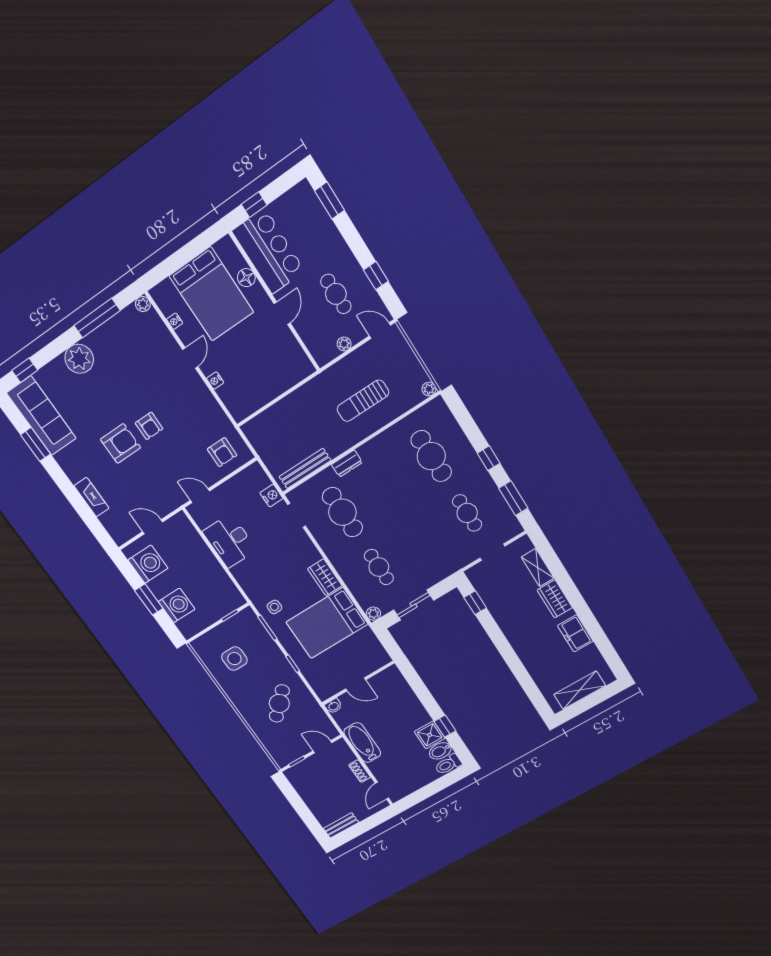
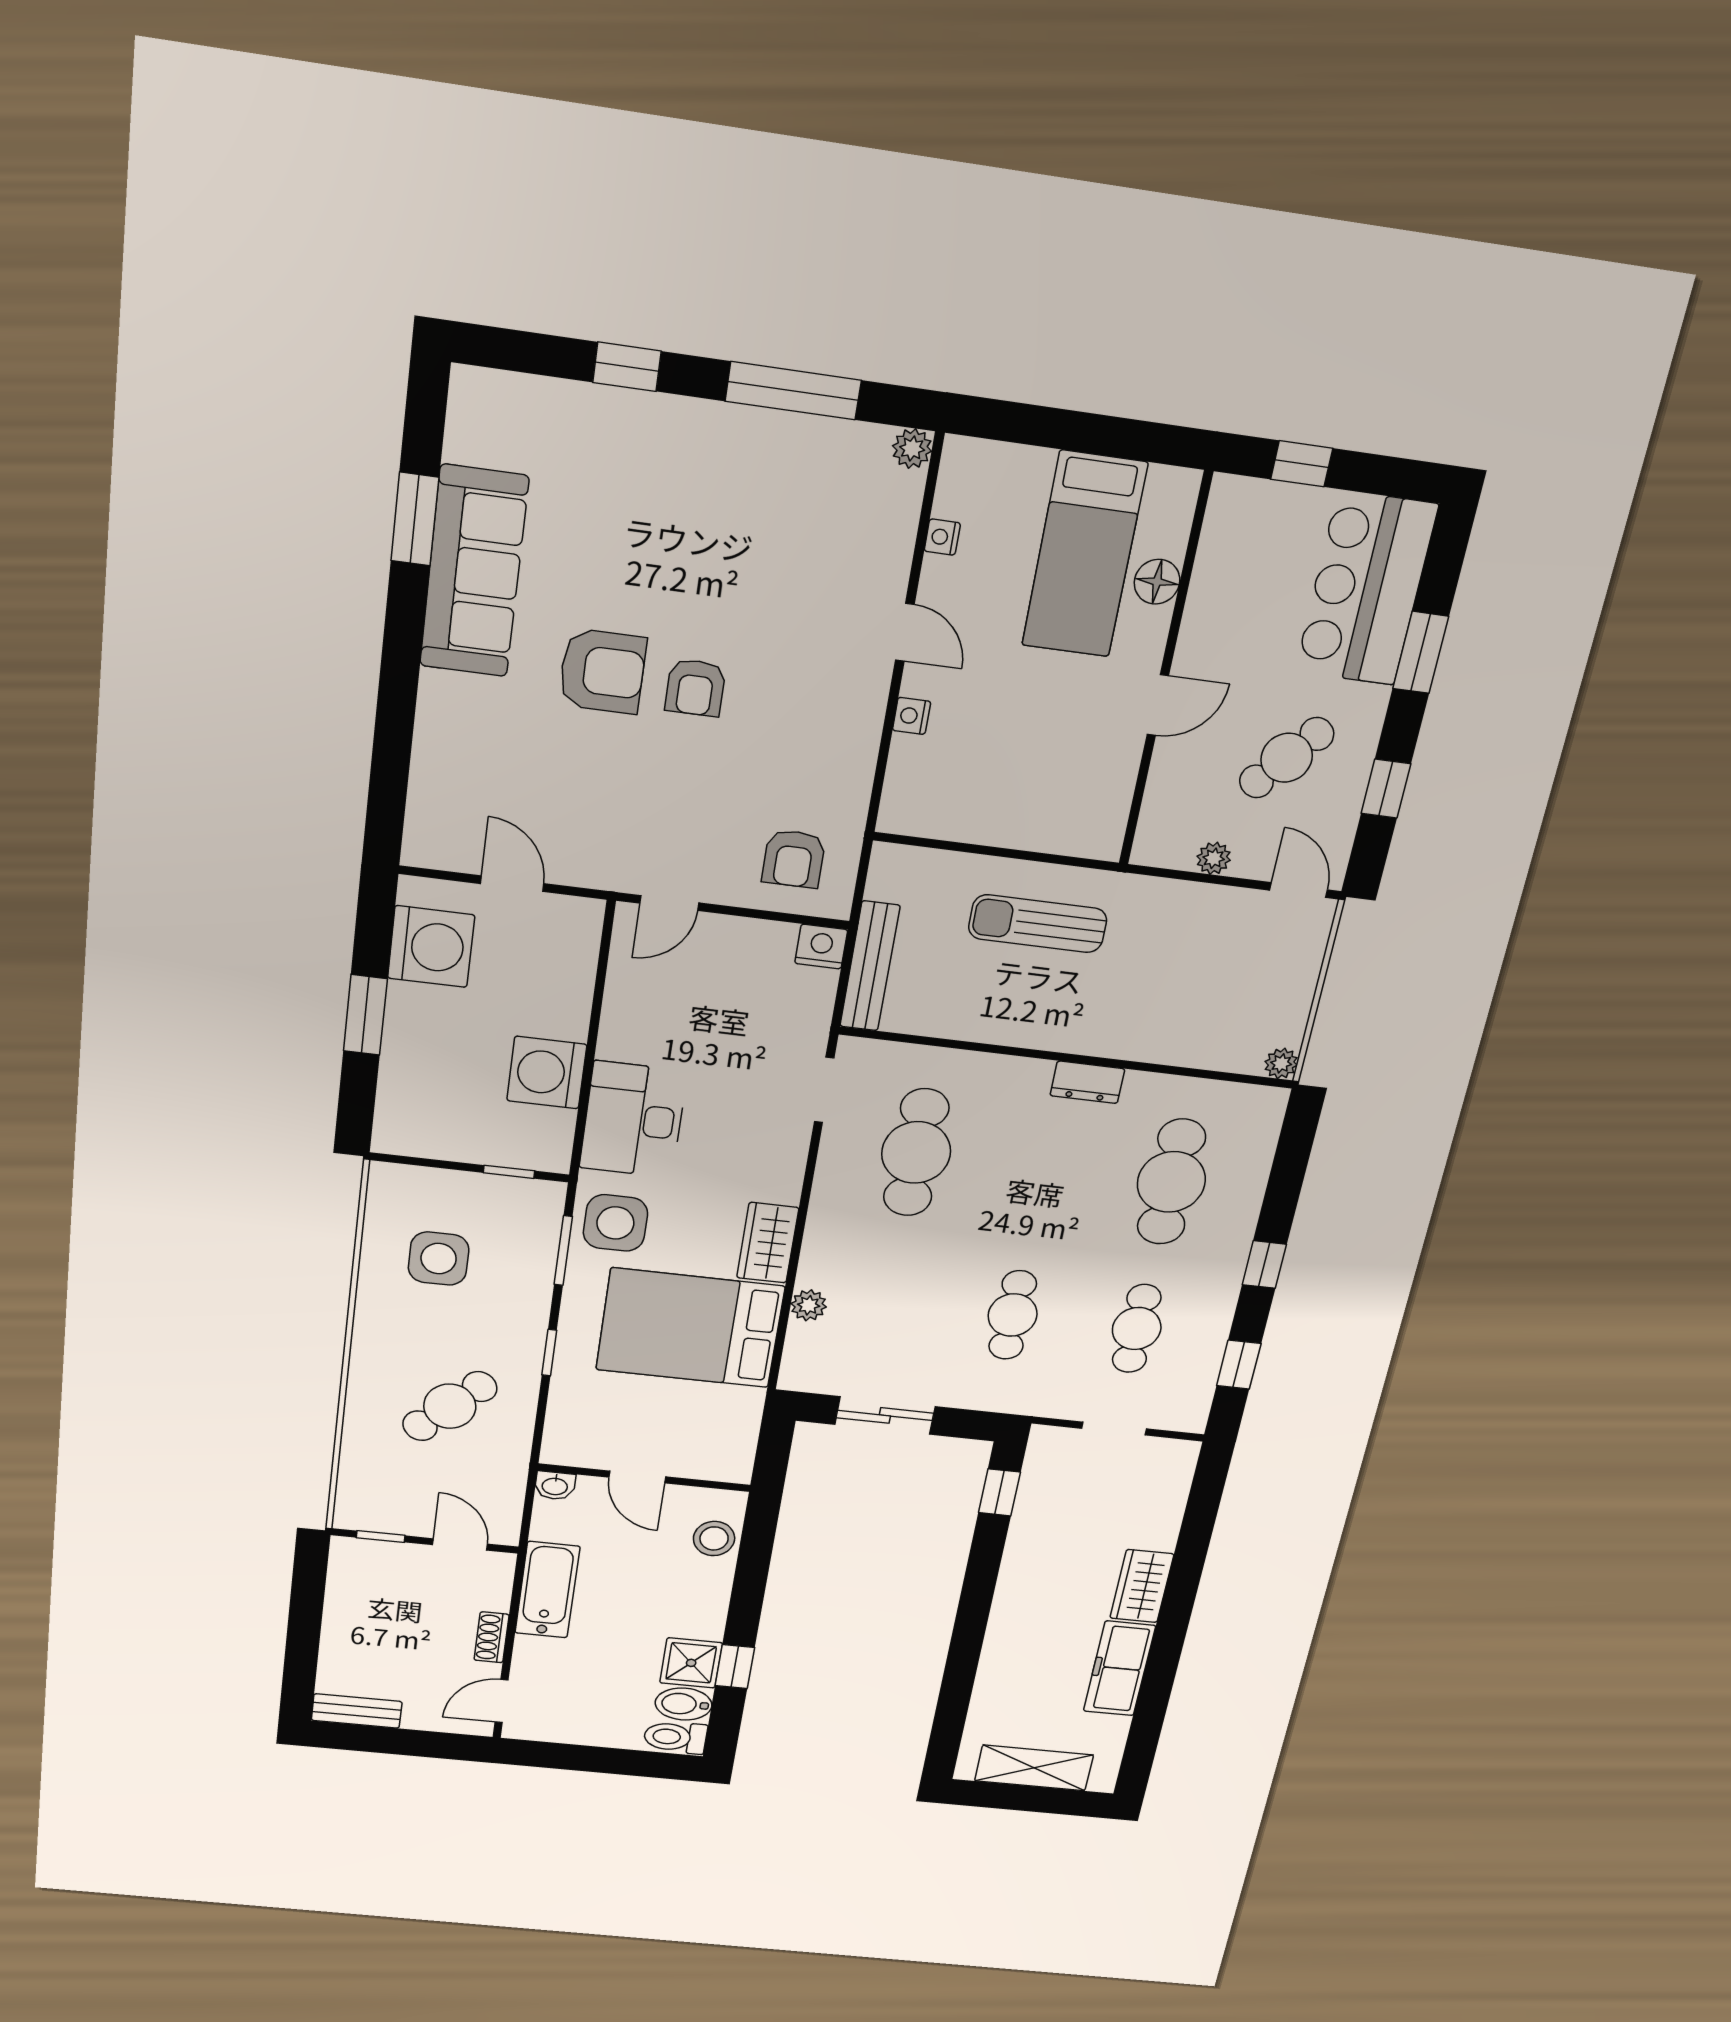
window: (329, 201) -> (1421, 652), moved
bar counter: (268, 251) -> (1366, 589), moved, turned 180
bed: (211, 294) -> (1084, 555), width x0.67
cafe table: (336, 294) -> (1287, 758), turned 41
door: (190, 358) -> (905, 632), hinge flipped
plant: (79, 359) -> (678, 435), removed
window: (25, 370) -> (627, 367), moved
sun lounger: (363, 401) -> (1038, 924), moved
sofa: (41, 416) -> (474, 572), moved
dresser: (347, 464) -> (1087, 1082), moved
bench: (305, 468) -> (870, 966), moved, turned 90
door: (200, 496) -> (669, 903), swing flipped
nightstand: (271, 496) -> (821, 947), moved, turned -90
fireplace: (91, 497) -> (437, 723), removed
window: (513, 498) -> (1239, 1365), width x0.67
desk: (230, 541) -> (633, 1120), moved
cafe table: (379, 567) -> (1013, 1315), moved
shelving: (538, 568) -> (1165, 1513), removed
washing machine: (177, 605) -> (547, 1073), moved, turned 180
side table: (274, 607) -> (615, 1223), width x1.87, depth x1.87
plant: (373, 614) -> (809, 1305), moved
freezer: (575, 633) -> (1119, 1668), width x1.40
stool: (398, 687) -> (714, 1538), added

